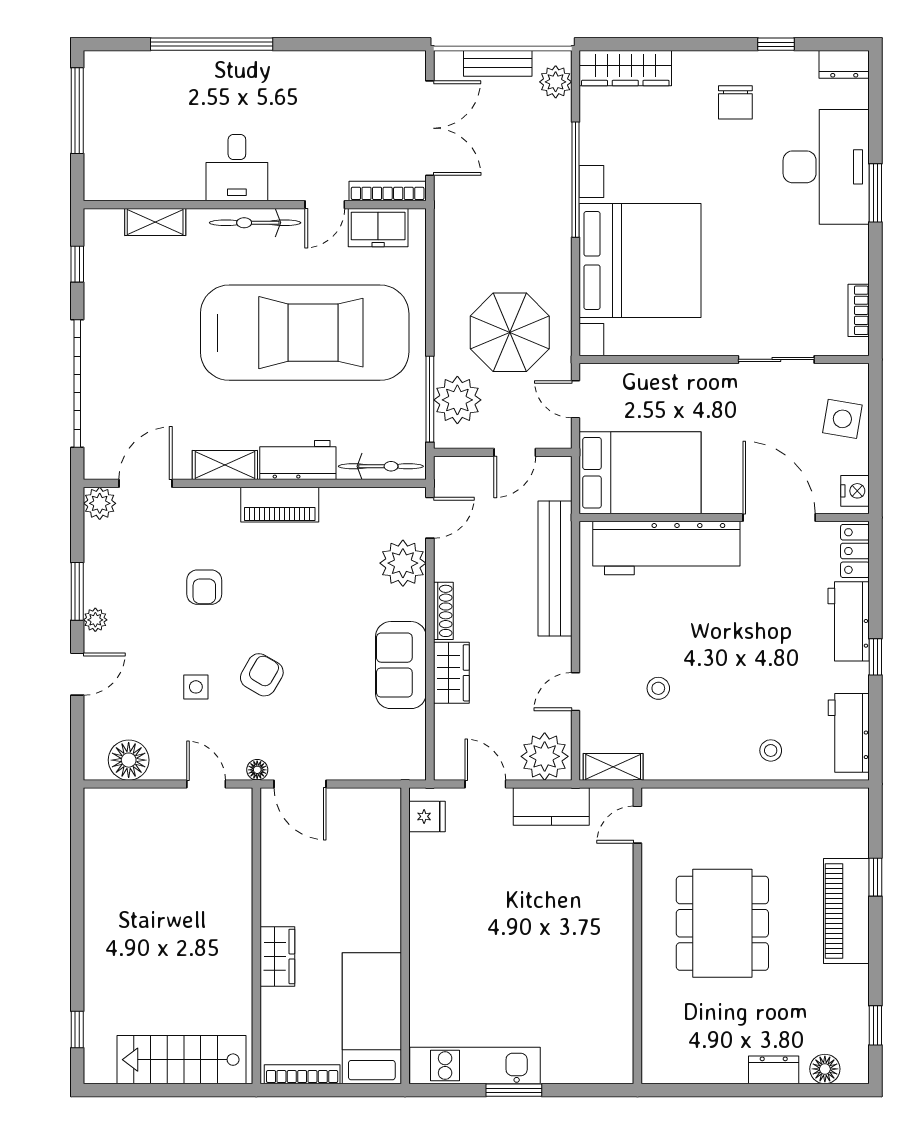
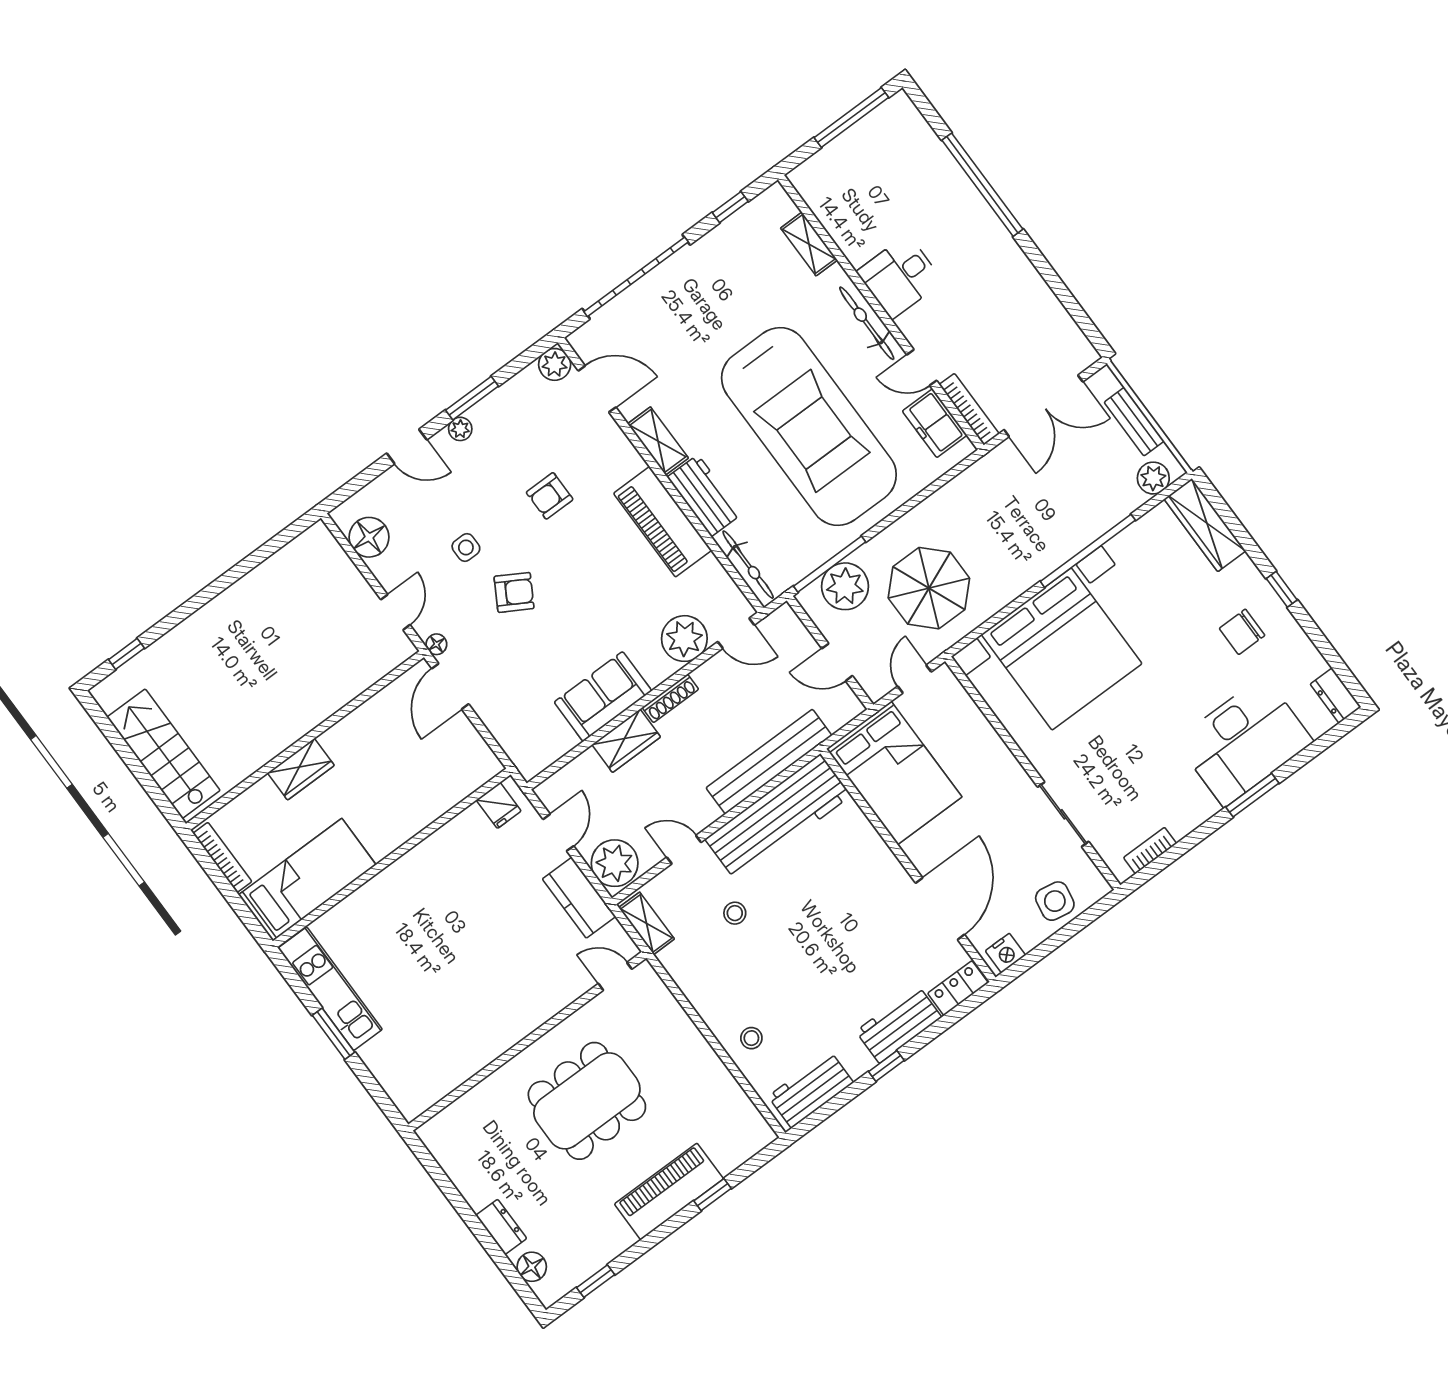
window: (776, 44) -> (1282, 589), moved
piano: (280, 505) -> (663, 522), width x1.37, depth x1.33
workbench: (666, 548) -> (778, 817), moved, turned -90

